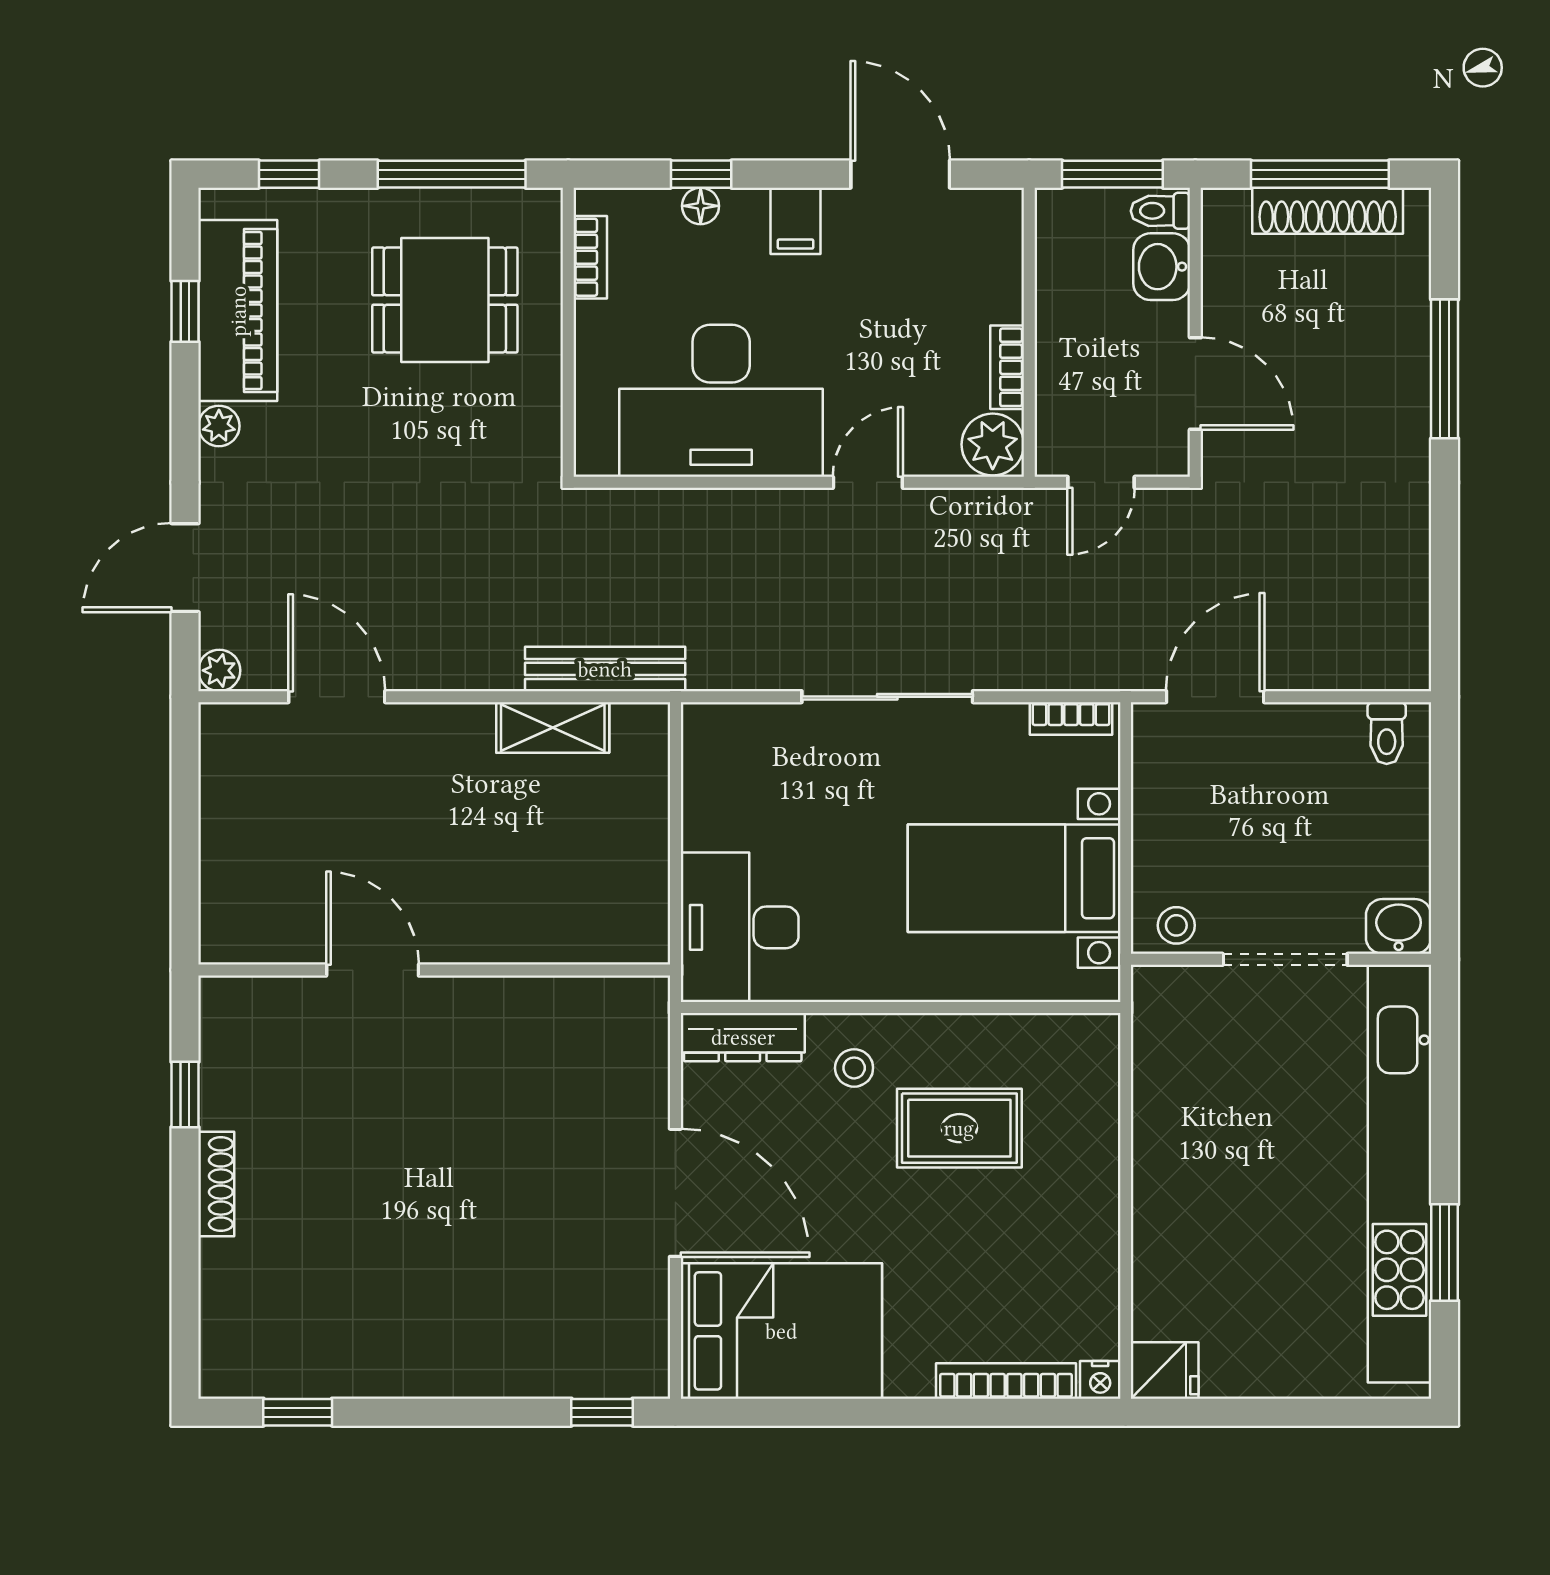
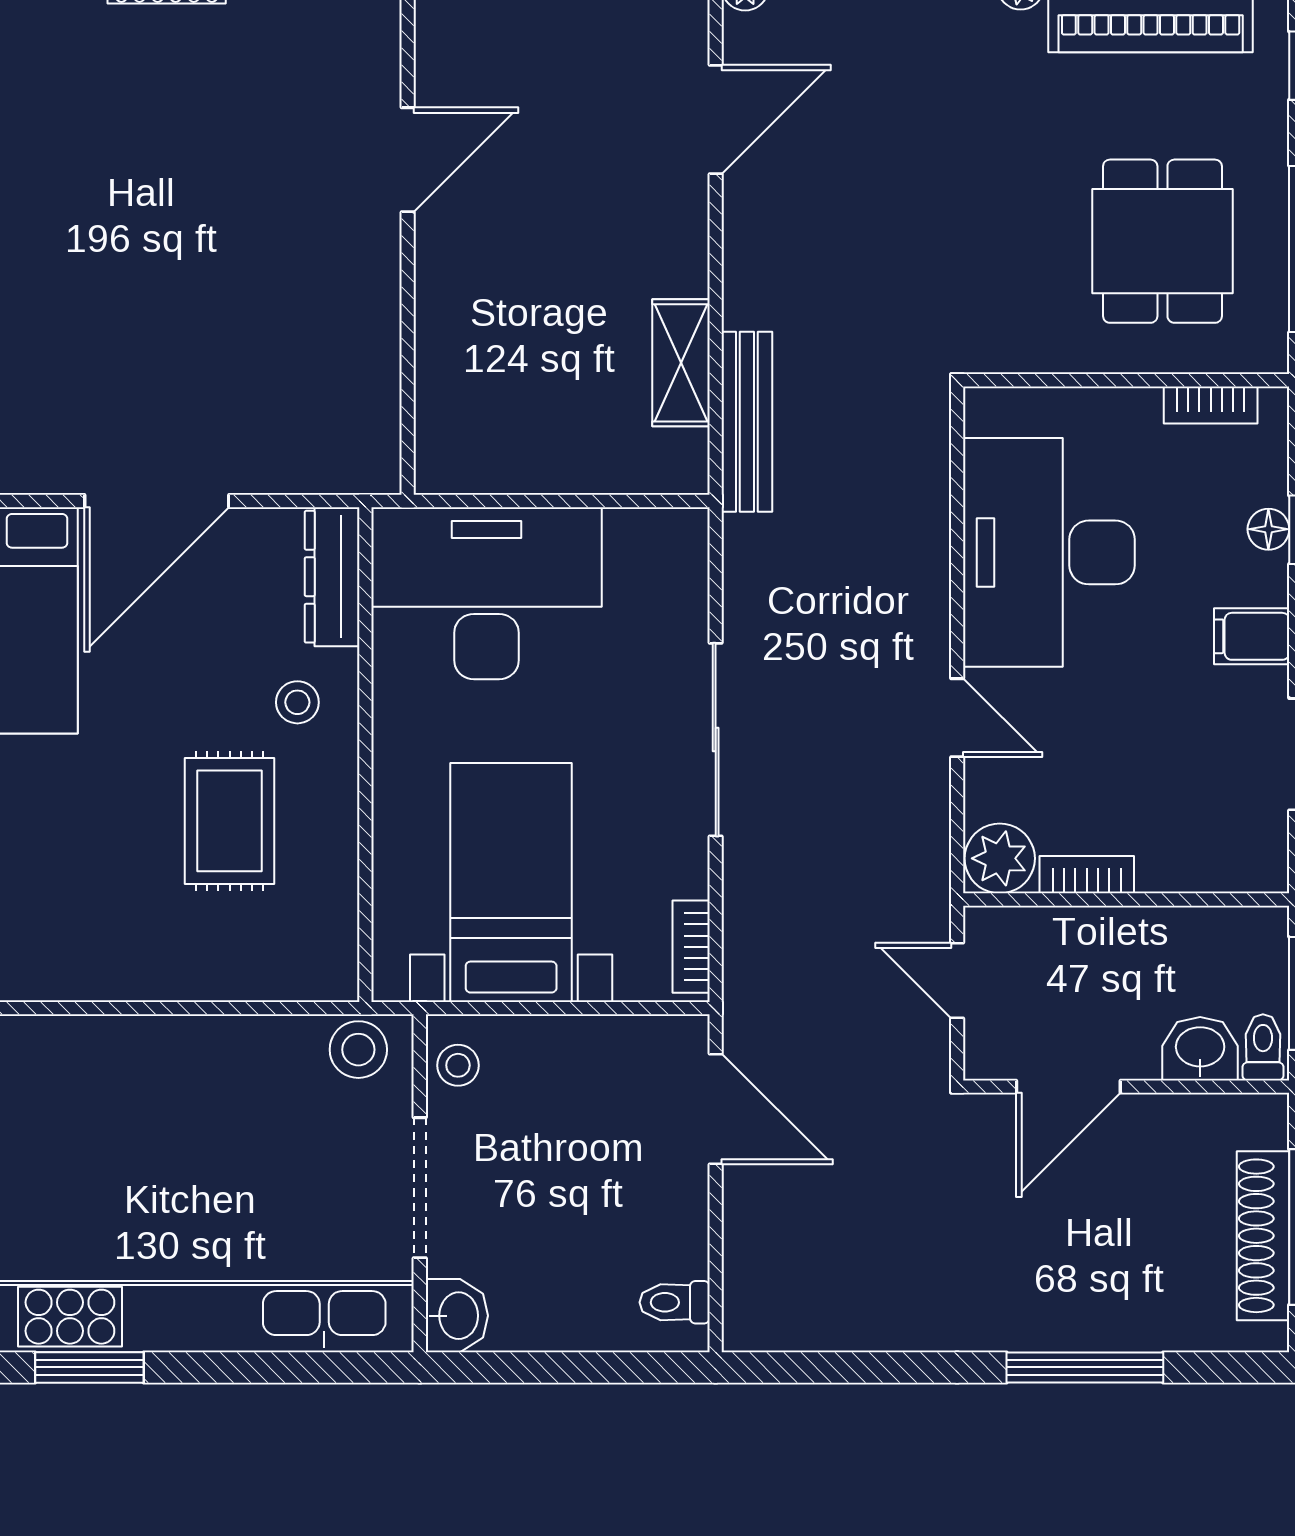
desk: (740, 927) -> (486, 593), width x1.36, depth x1.30
stool: (1162, 1014) -> (358, 1050), added

